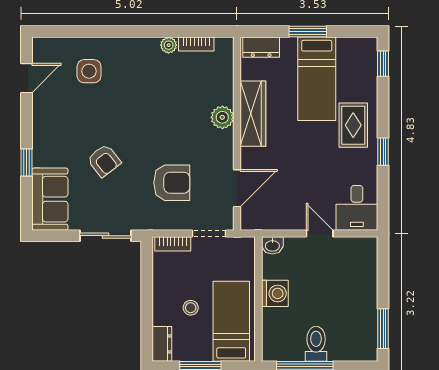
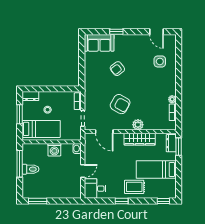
window: (308, 32) -> (179, 147), moved
armchair: (172, 183) -> (120, 104), moved, turned -61
sliding door: (105, 236) -> (82, 69), removed

